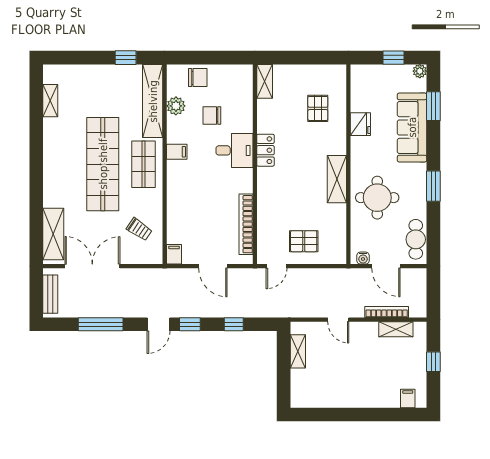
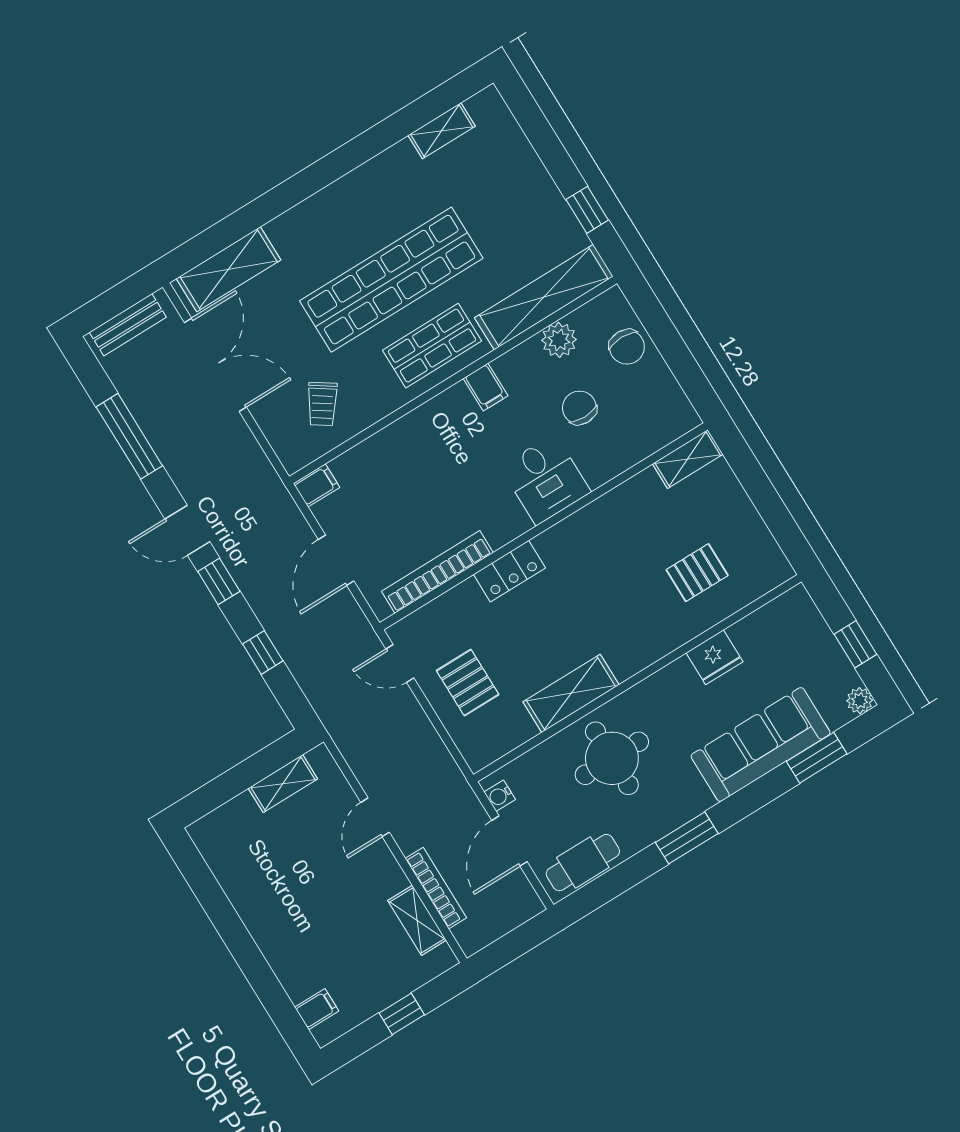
locker: (265, 150) -> (509, 571), moved
shelving: (337, 179) -> (571, 693), moved

